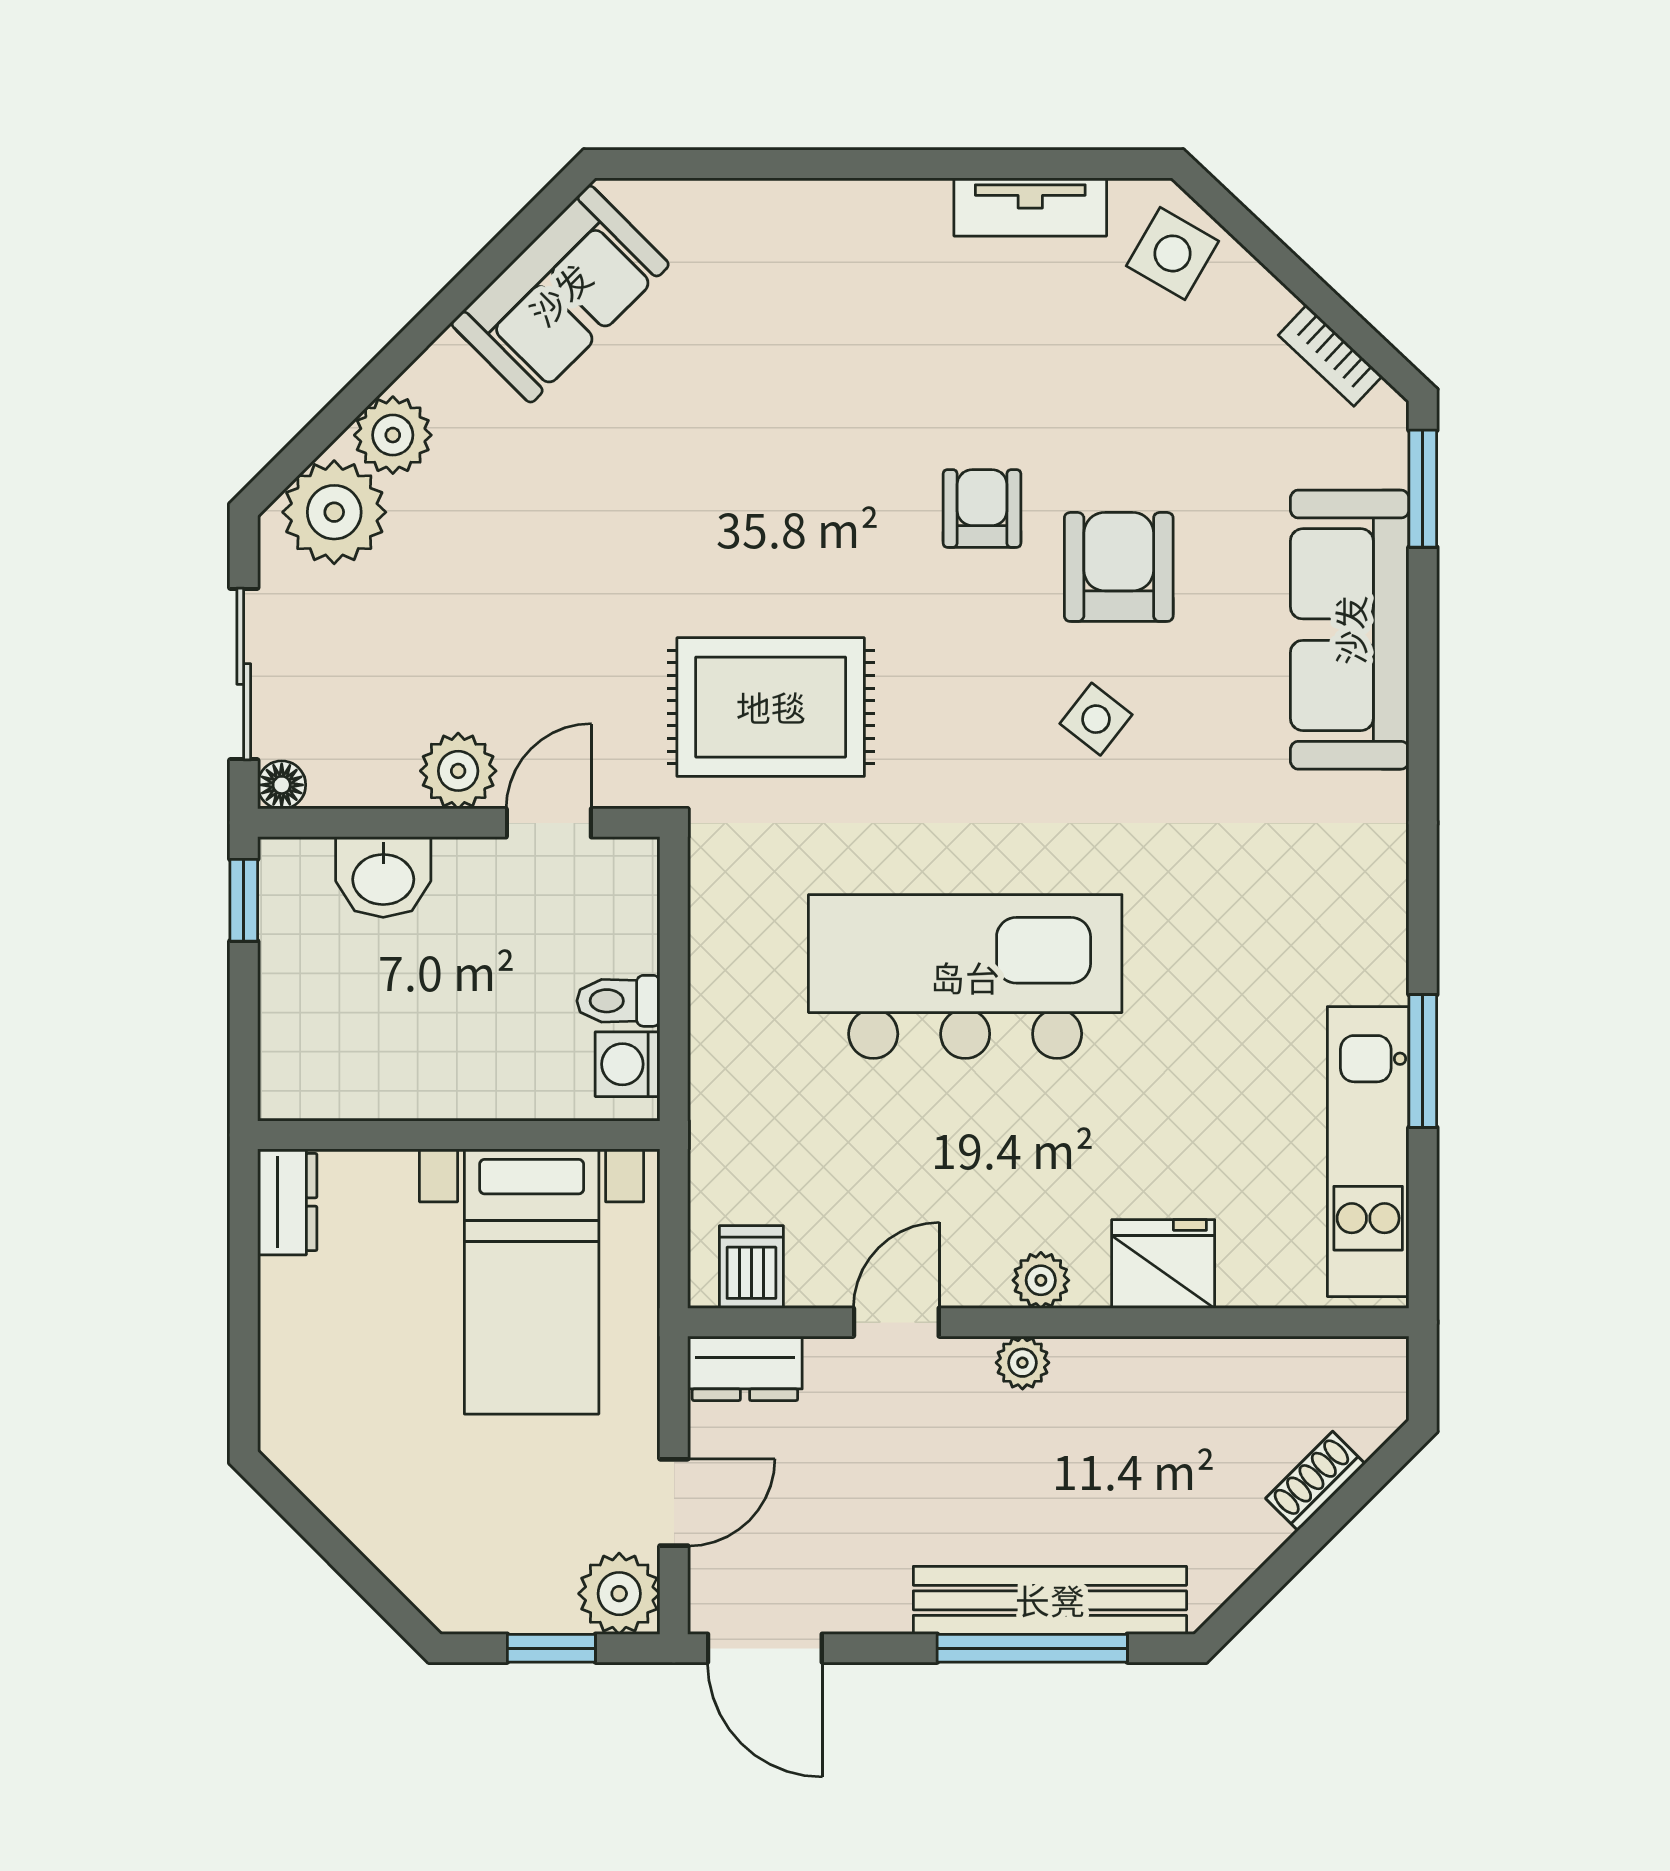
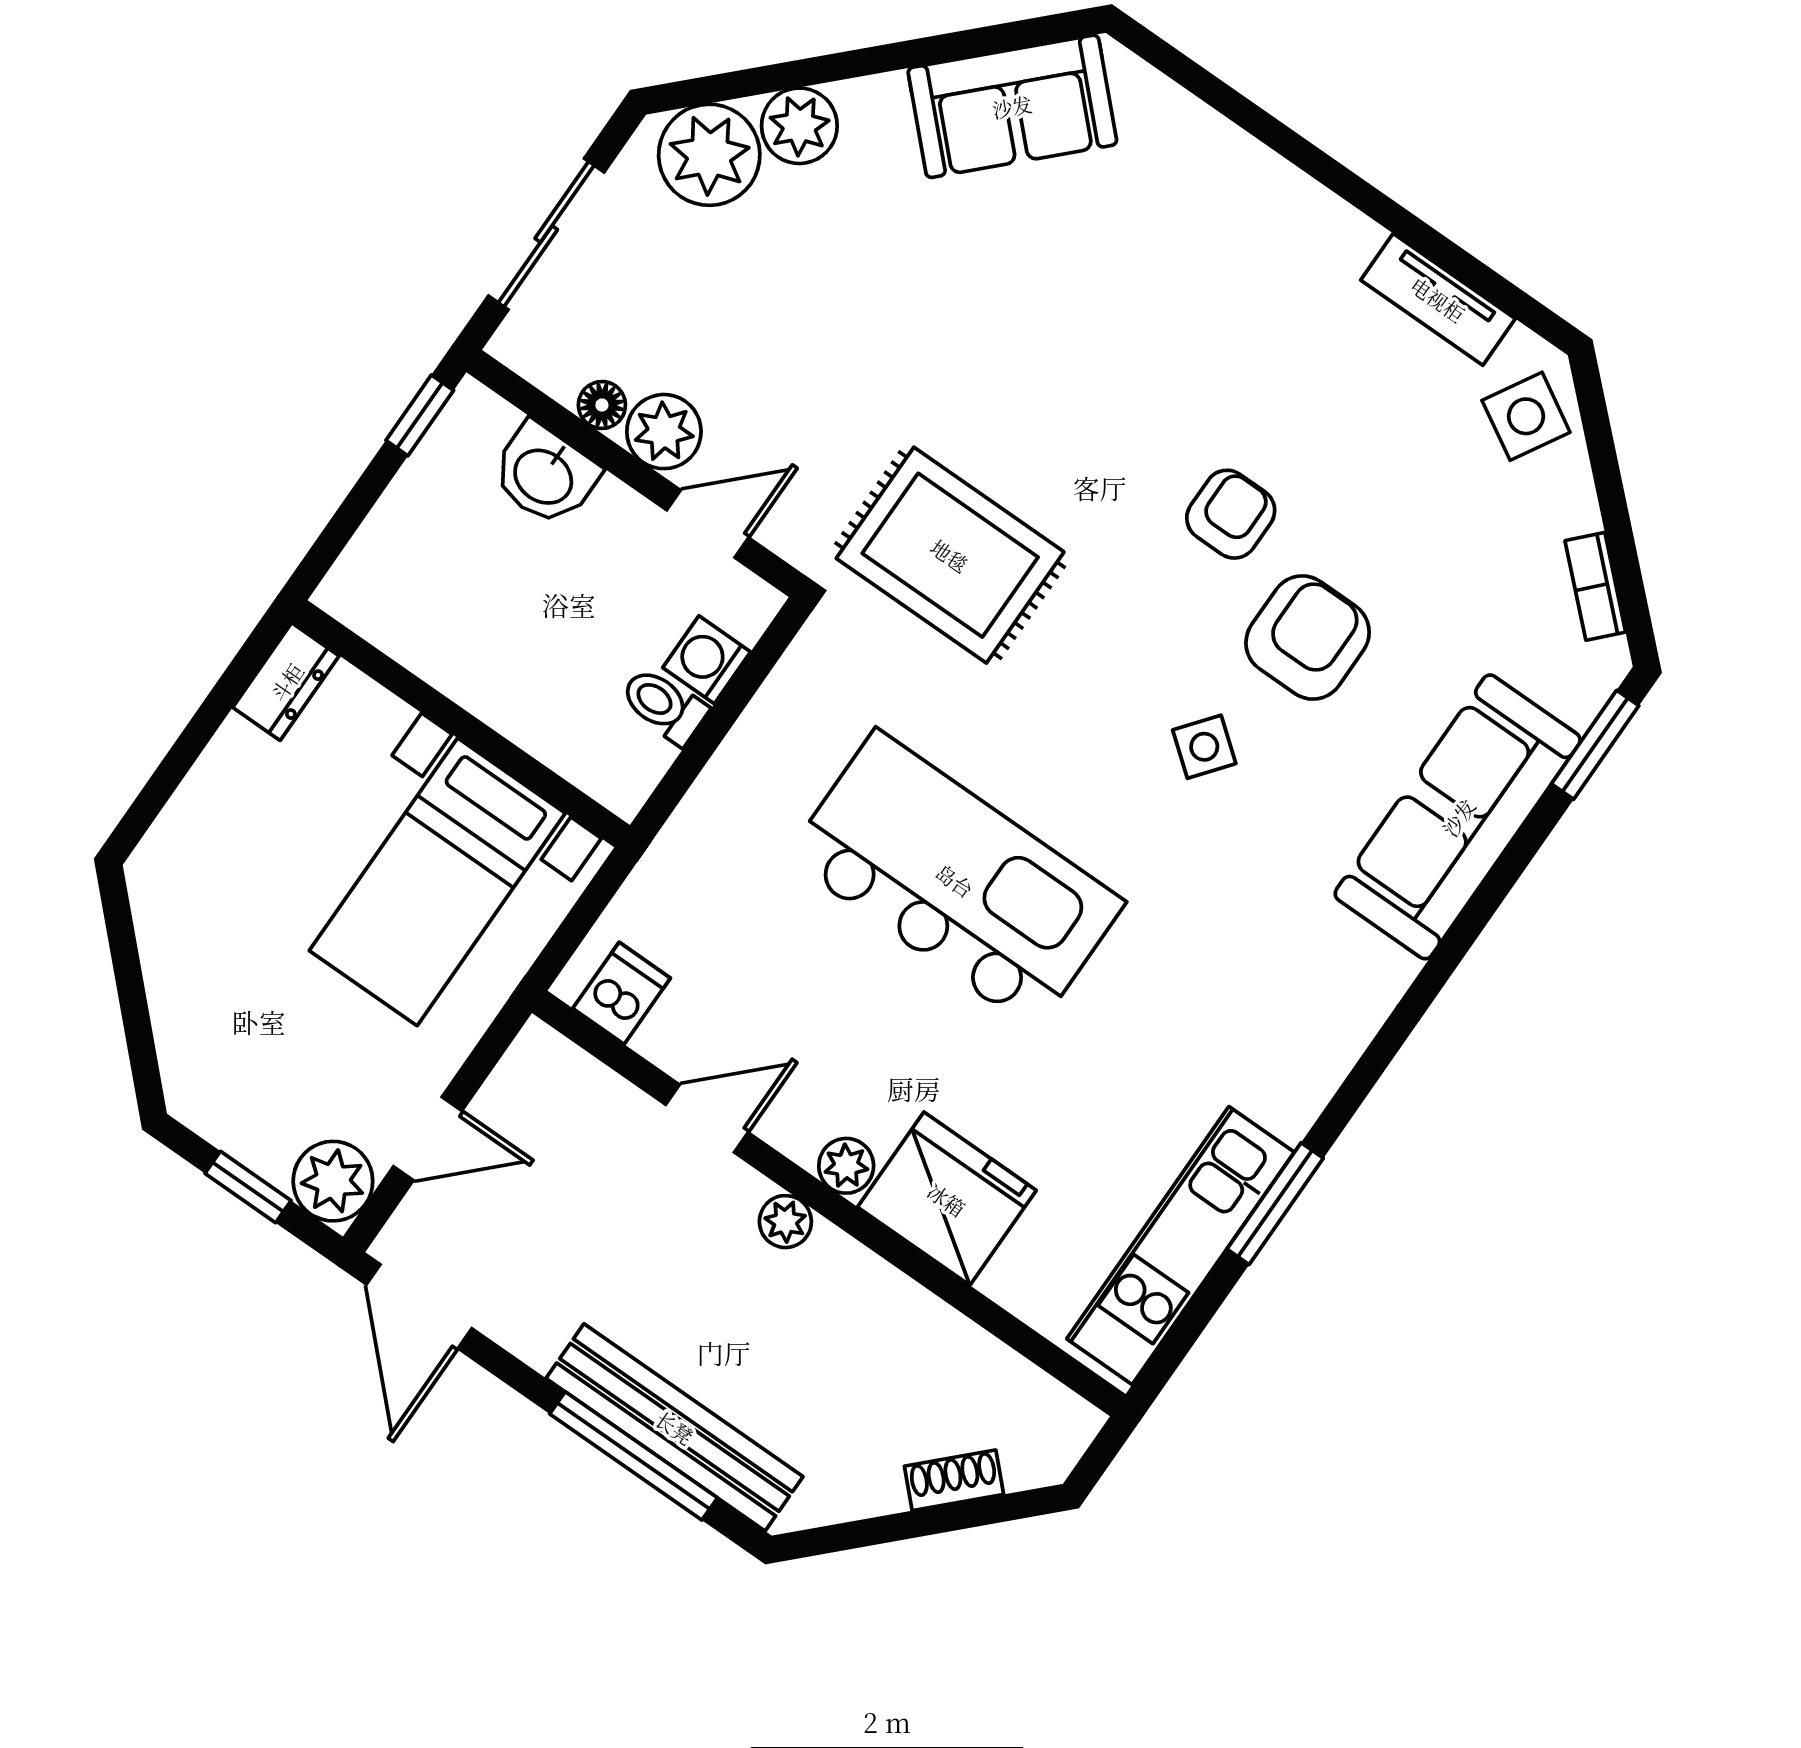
floor lamp: (282, 785) -> (602, 405), moved
washing machine: (628, 1064) -> (707, 660), moved
fridge: (1163, 1264) -> (947, 1199), width x1.36, depth x1.34
dresser: (745, 1368) -> (560, 1071), removed

